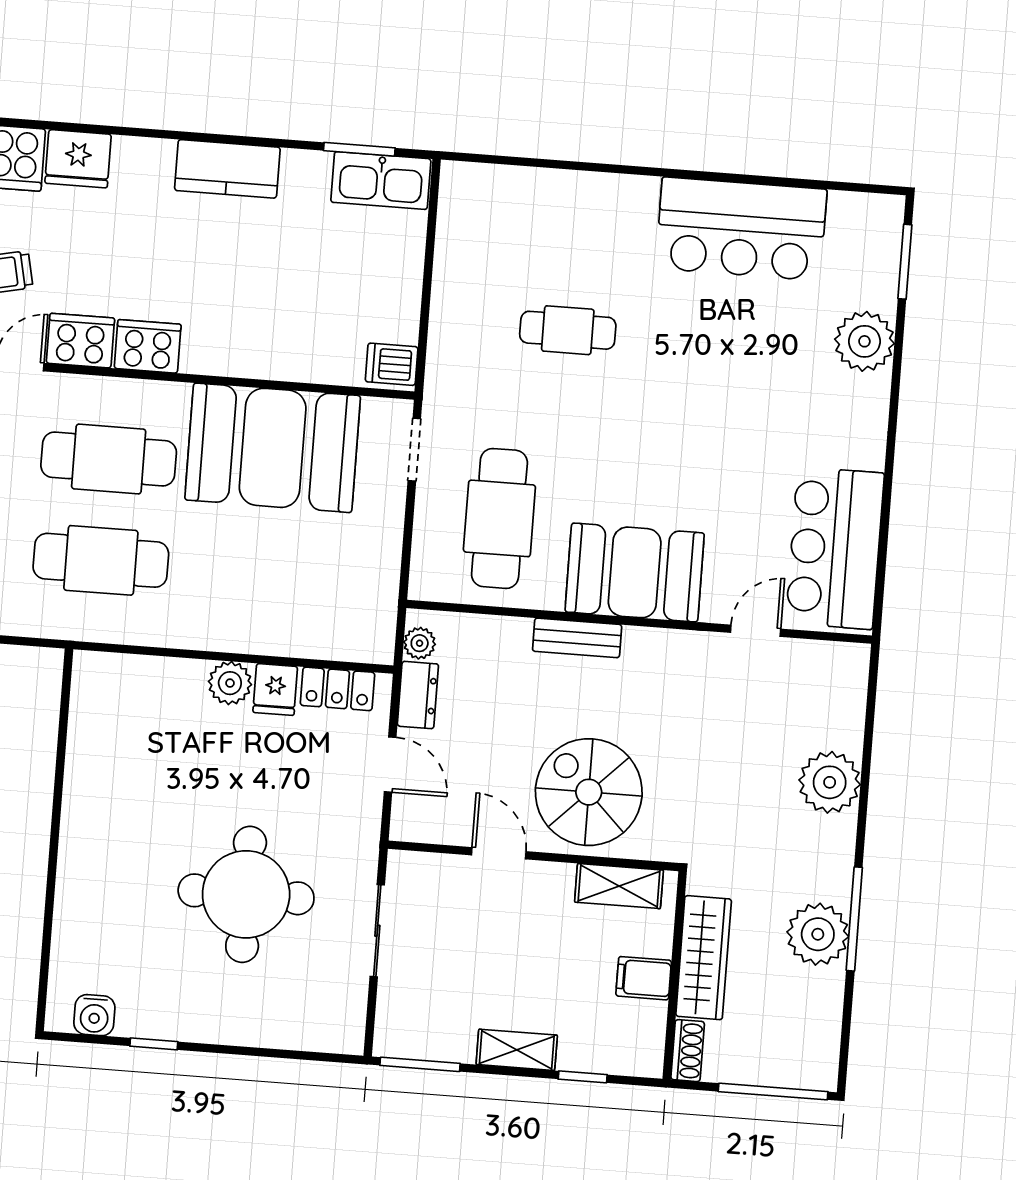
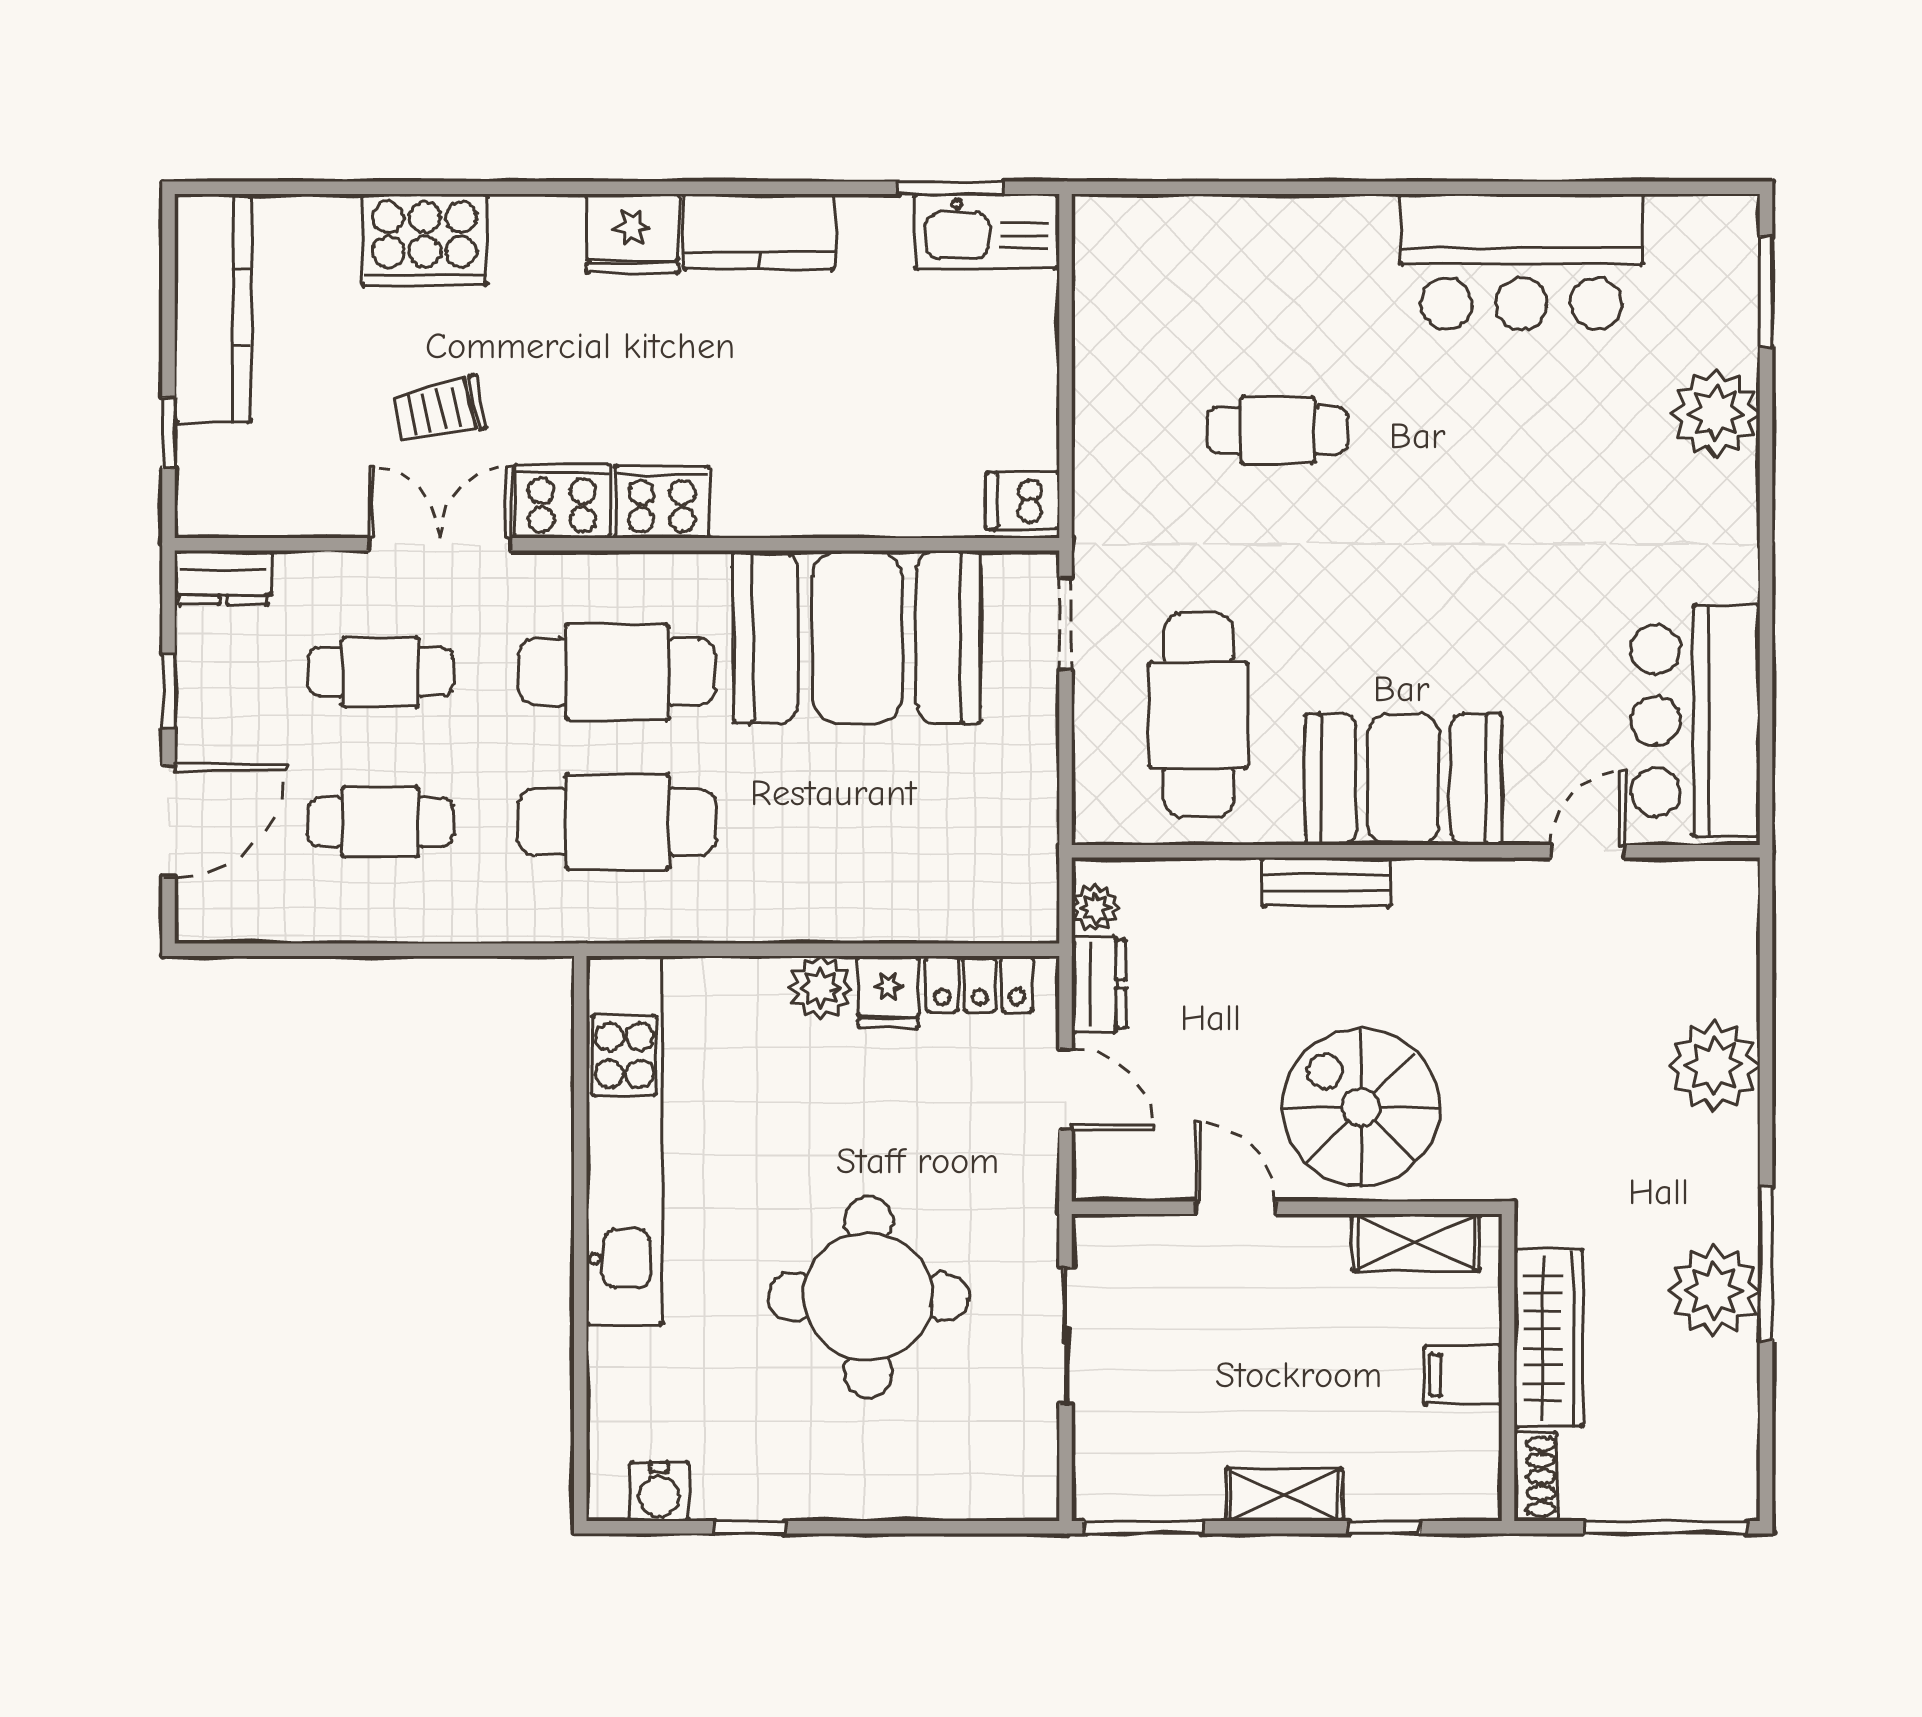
fridge: (78, 159) -> (632, 234), moved
kitchen unit: (89, 776) -> (624, 1140), added

